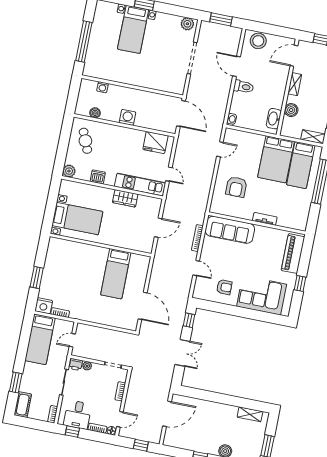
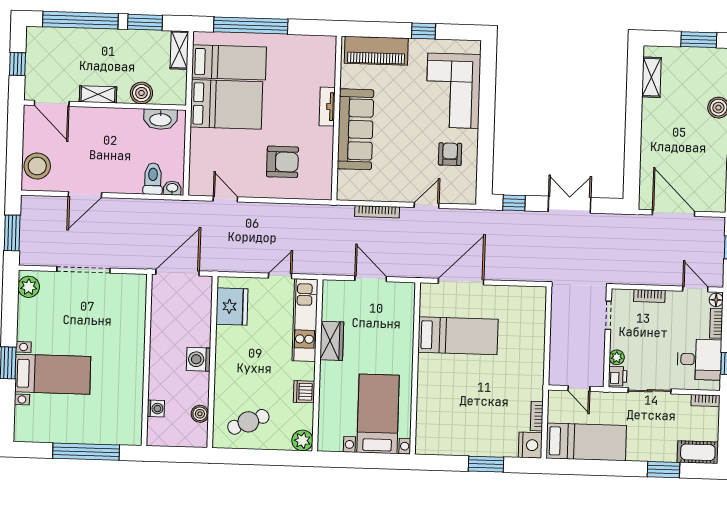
toilet: (243, 87) -> (153, 179), moved
sofa: (230, 230) -> (355, 129), moved
door: (143, 306) -> (461, 282), moved

